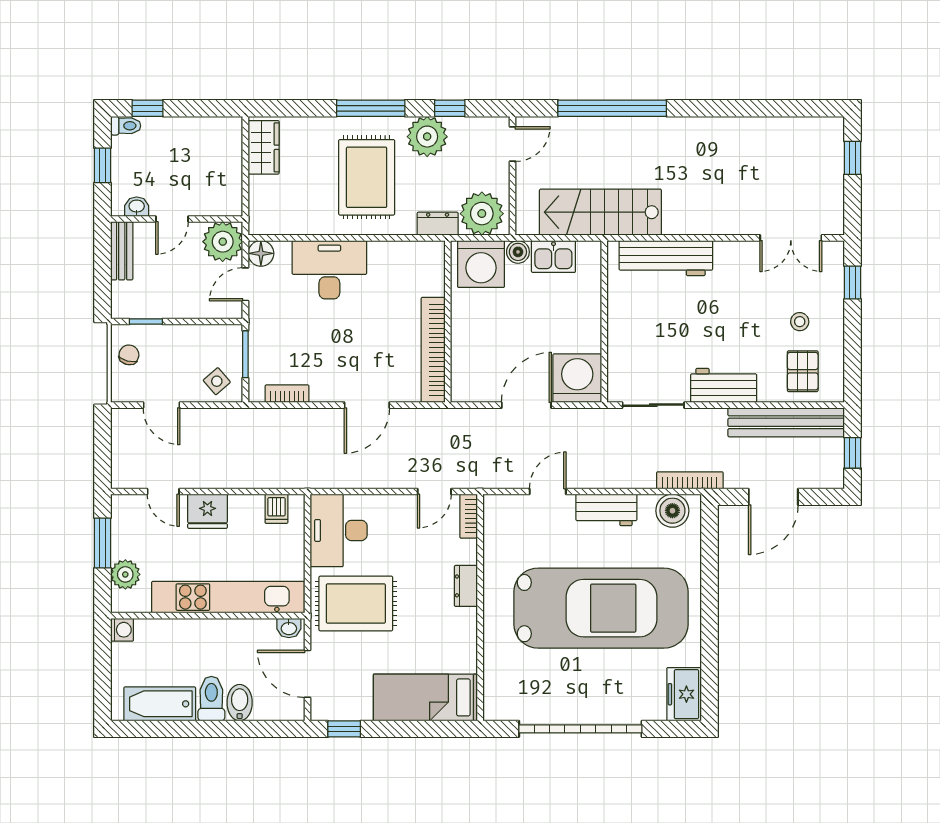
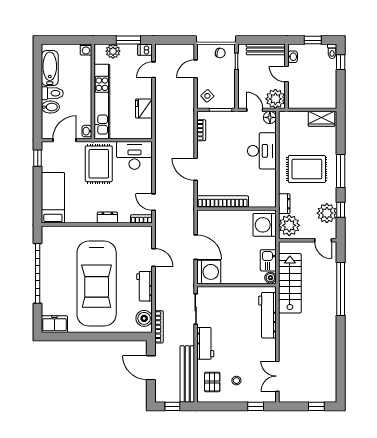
plant: (427, 137) -> (327, 213), moved
bench: (122, 251) -> (266, 49), width x1.36
boiler: (518, 252) -> (270, 278), moved
pallet: (803, 371) -> (212, 382), turned 90
dishwasher: (276, 509) -> (145, 50), moved
fridge: (207, 511) -> (144, 108), moved

